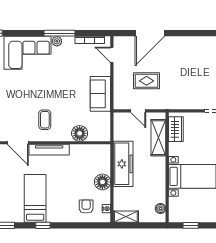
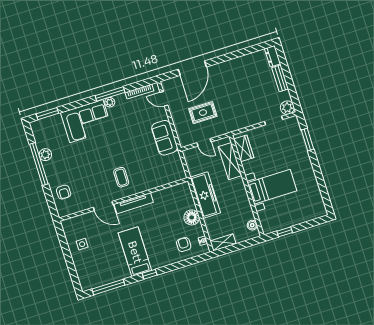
floor lamp: (80, 133) -> (157, 180), removed

